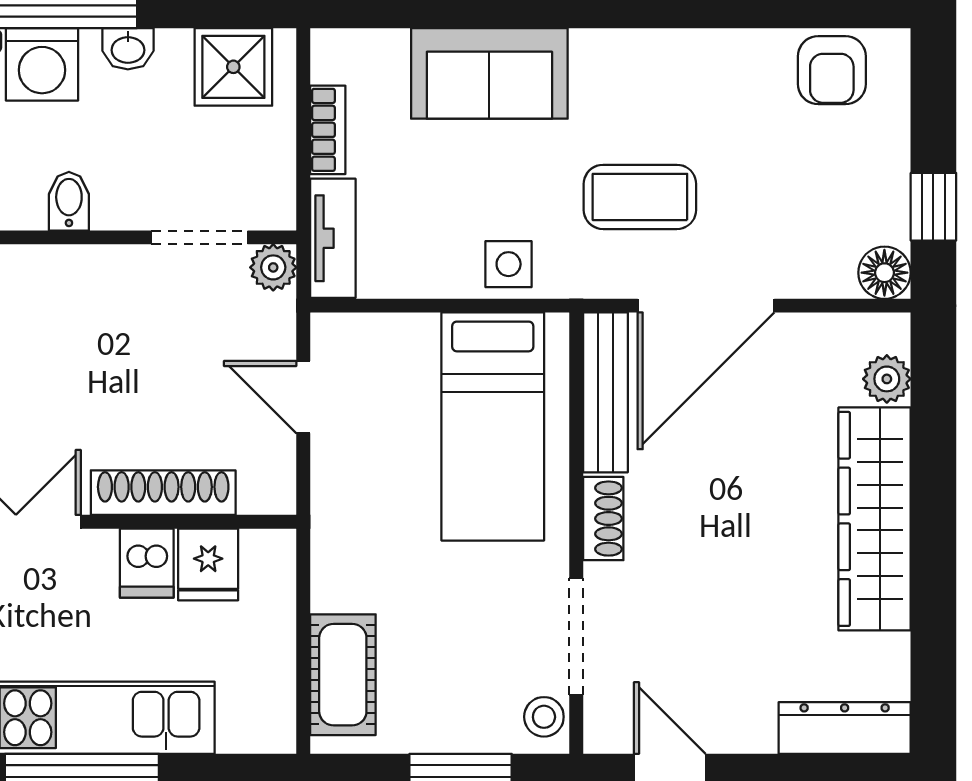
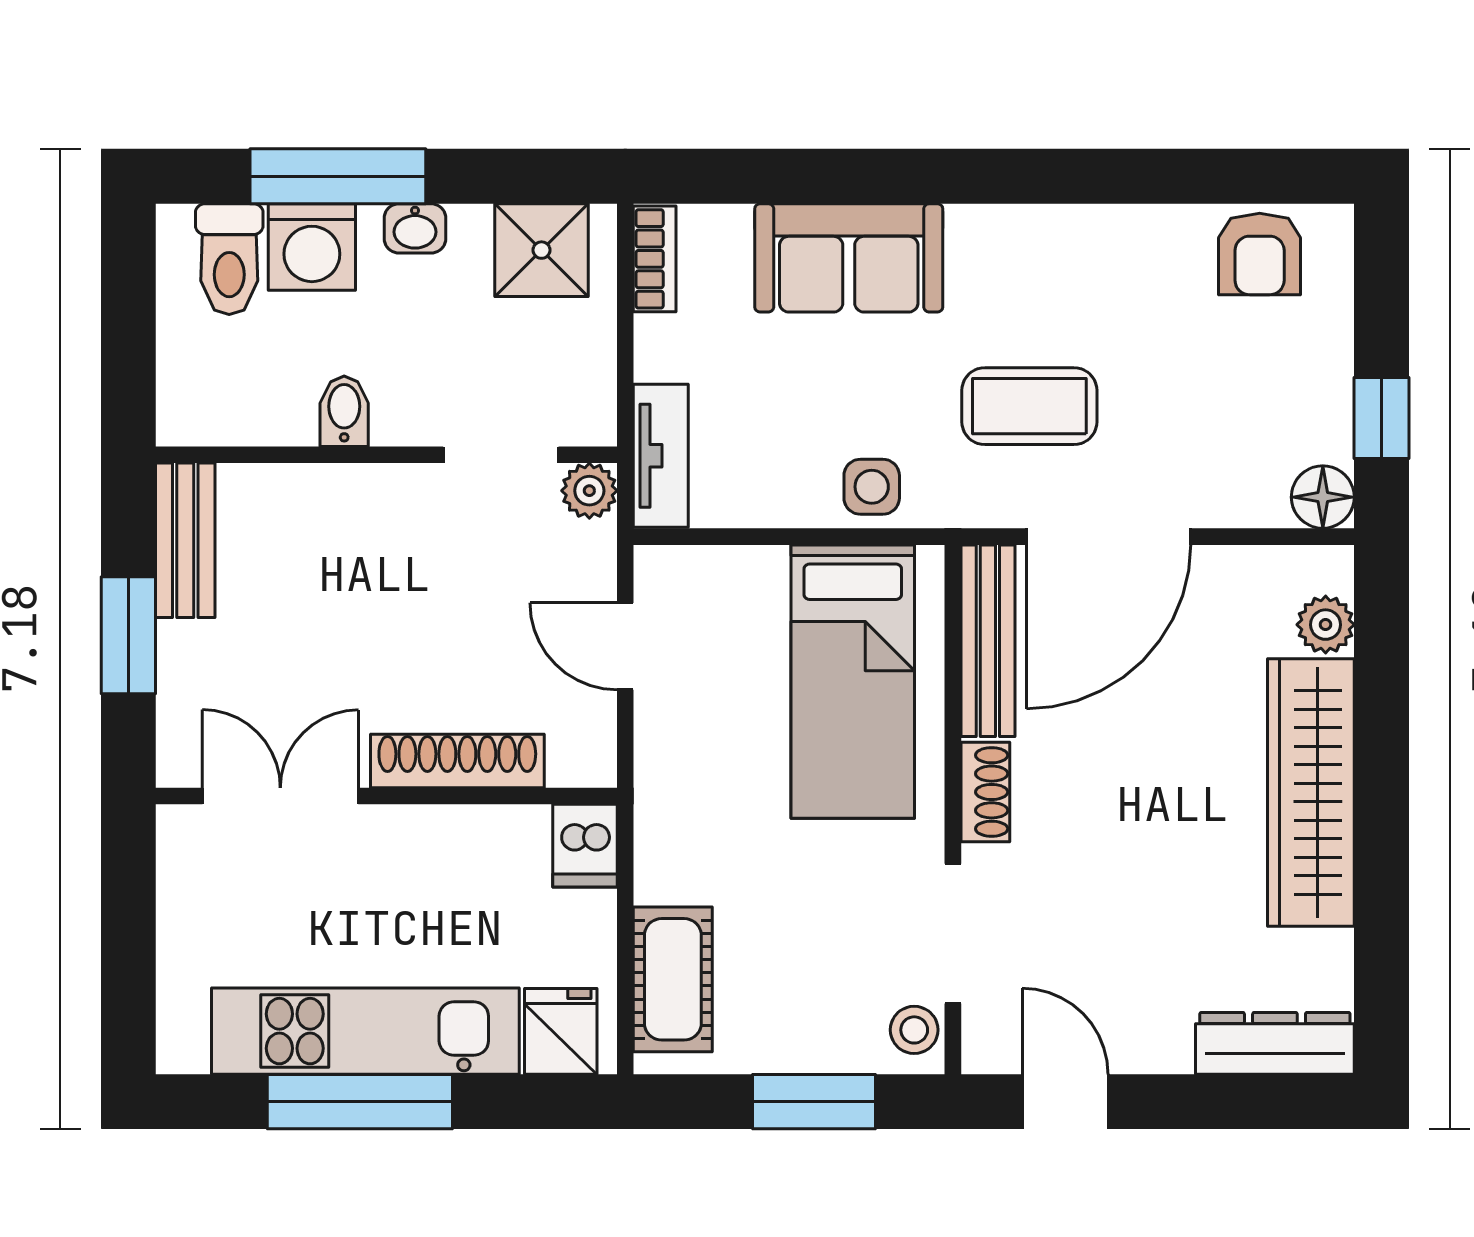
bookcase: (328, 130) -> (655, 259), moved
dishwasher: (147, 563) -> (585, 846), moved
fridge: (208, 564) -> (561, 1031), moved, turned 180

